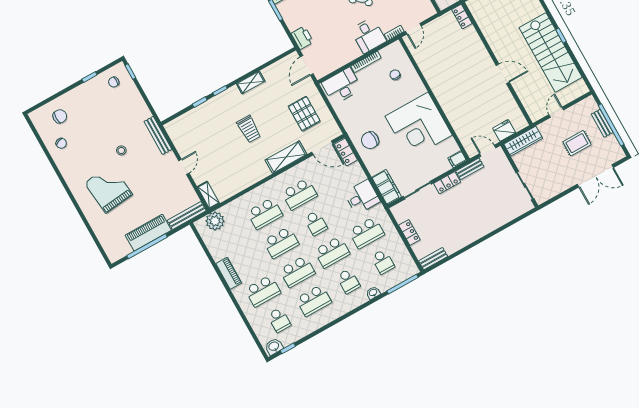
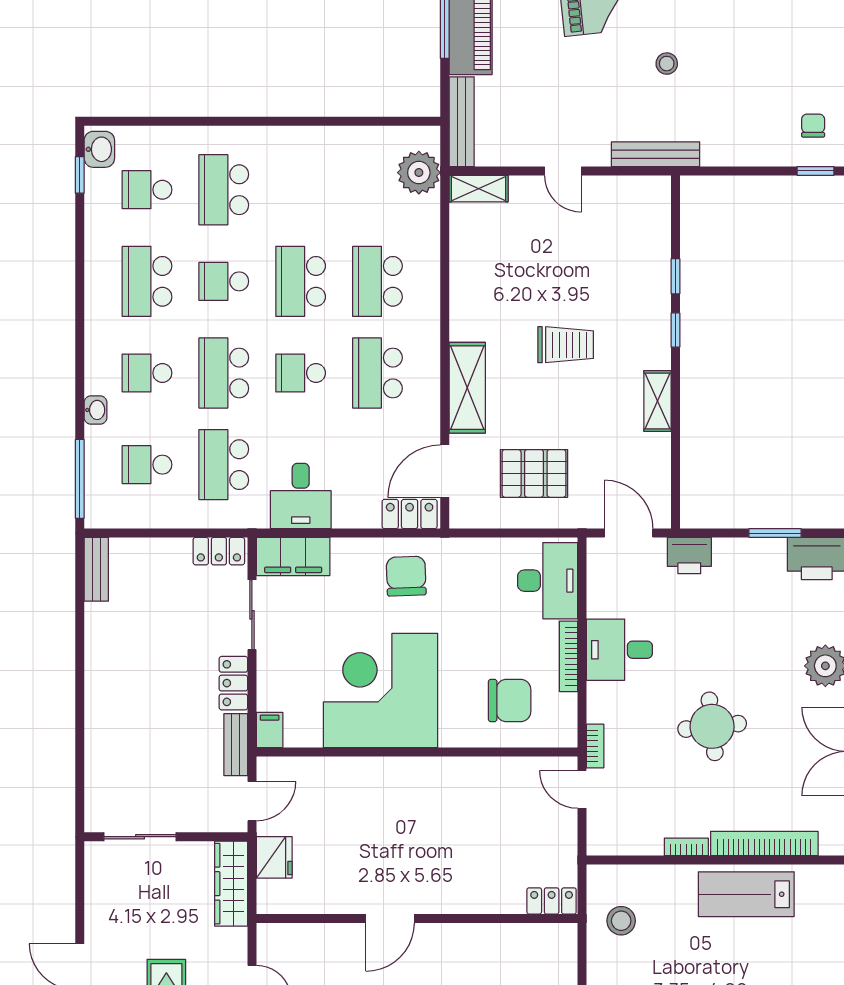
desk: (368, 35) -> (619, 650), moved
chair: (395, 75) -> (510, 701), width x1.87, depth x1.87
trolley: (249, 129) -> (566, 345), turned 180
locker: (409, 232) -> (219, 551), moved
school desk: (297, 272) -> (224, 281), width x0.54
piano: (229, 273) -> (298, 141), removed

